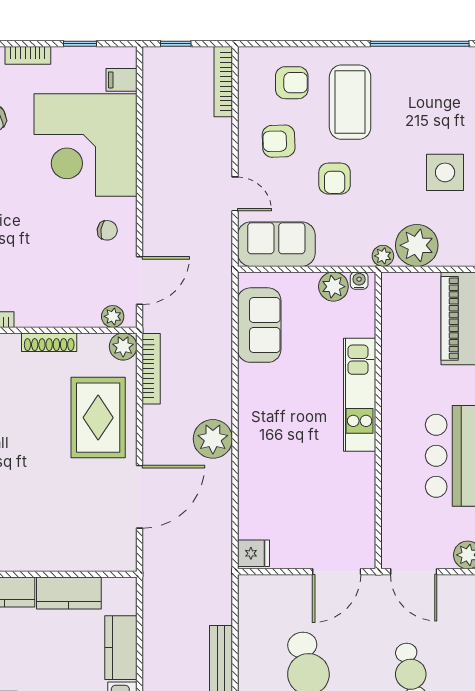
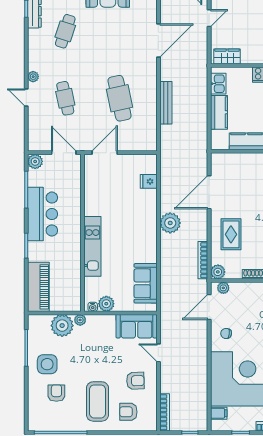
armchair: (335, 179) -> (56, 393), moved
rug: (98, 418) -> (231, 234), width x0.73, depth x0.70
fridge: (253, 553) -> (149, 181), moved

